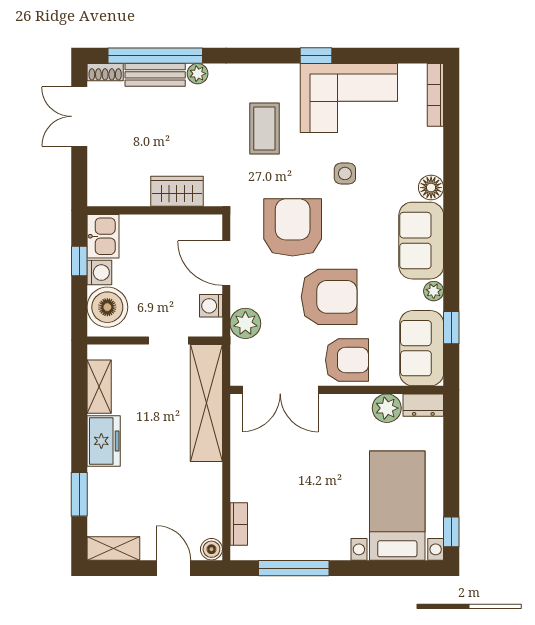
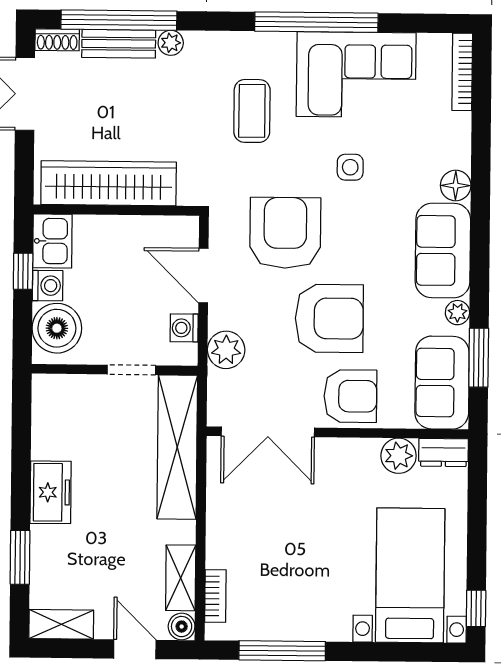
window: (316, 56) -> (316, 22), width x3.17
wardrobe: (177, 191) -> (109, 183), width x2.10, depth x1.17
window: (451, 328) -> (479, 358), width x1.50
shelving: (99, 387) -> (181, 578), moved

